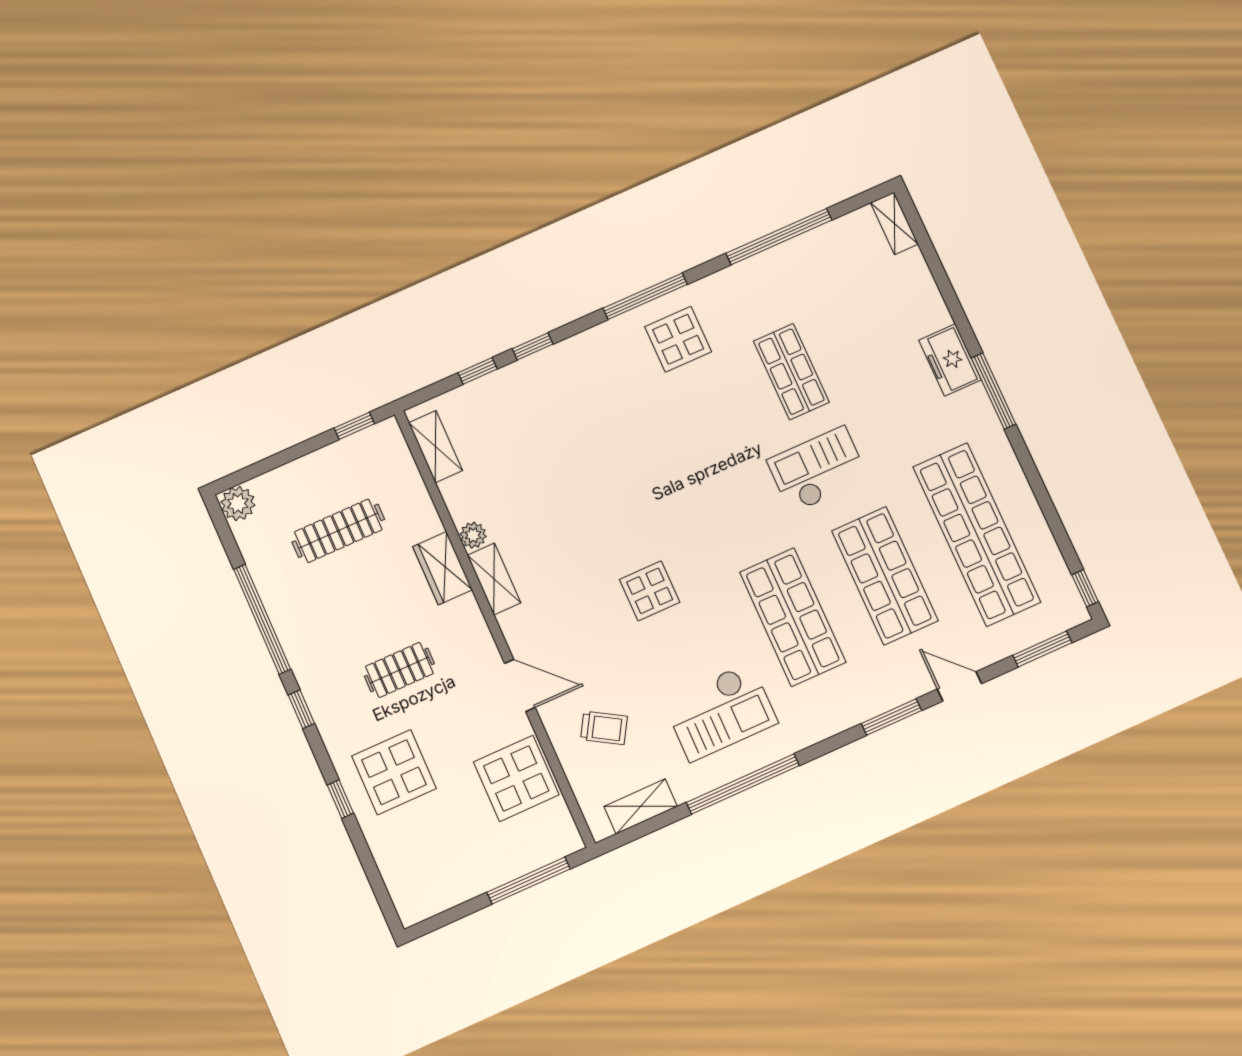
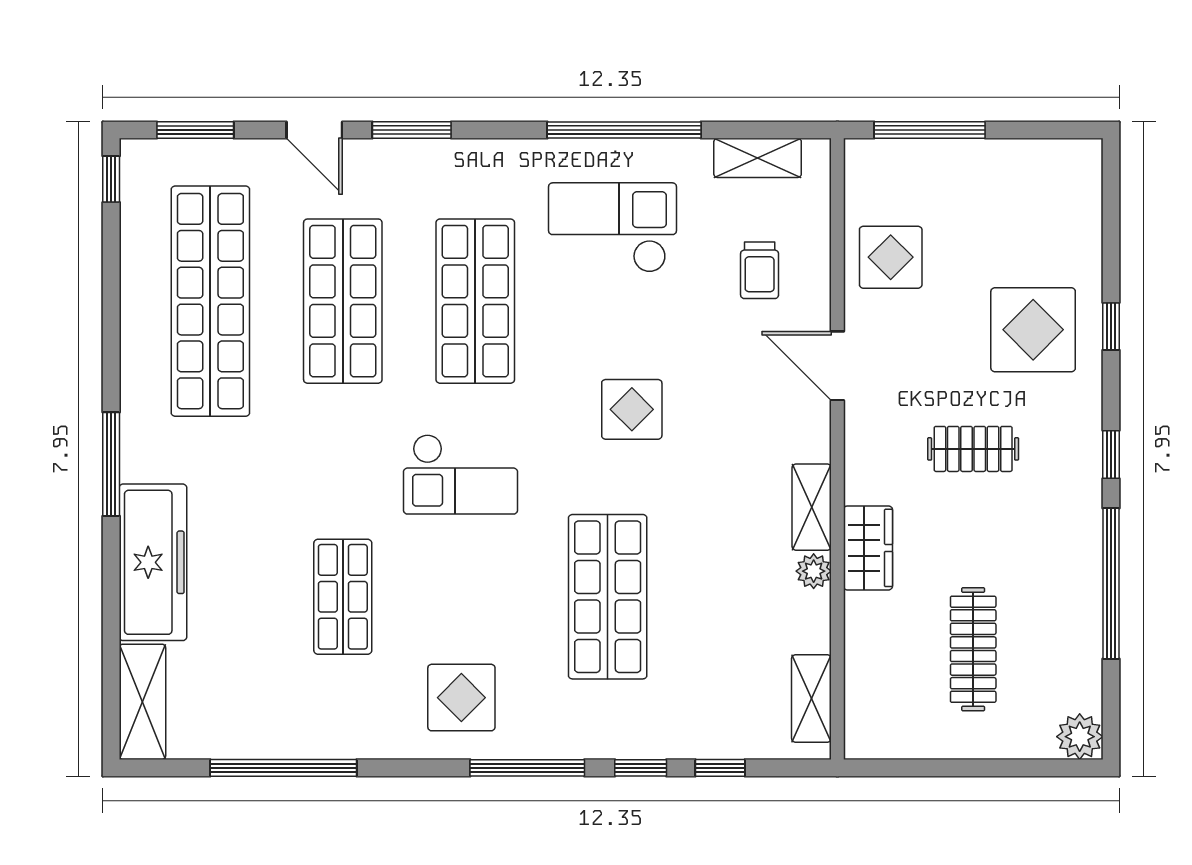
shelving: (894, 223) -> (142, 702), width x1.50, depth x1.33
window: (645, 296) -> (527, 768), moved
freezer: (950, 360) -> (153, 562), width x1.91, depth x1.26
window: (354, 426) -> (898, 768), removed
shop shelf: (608, 454) -> (608, 597), added
checkout: (818, 470) -> (461, 474), moved
clothes rail: (338, 531) -> (973, 649), turned 90
trolley: (604, 728) -> (760, 270), turned -121
display table: (516, 778) -> (891, 257), width x0.73, depth x0.73

